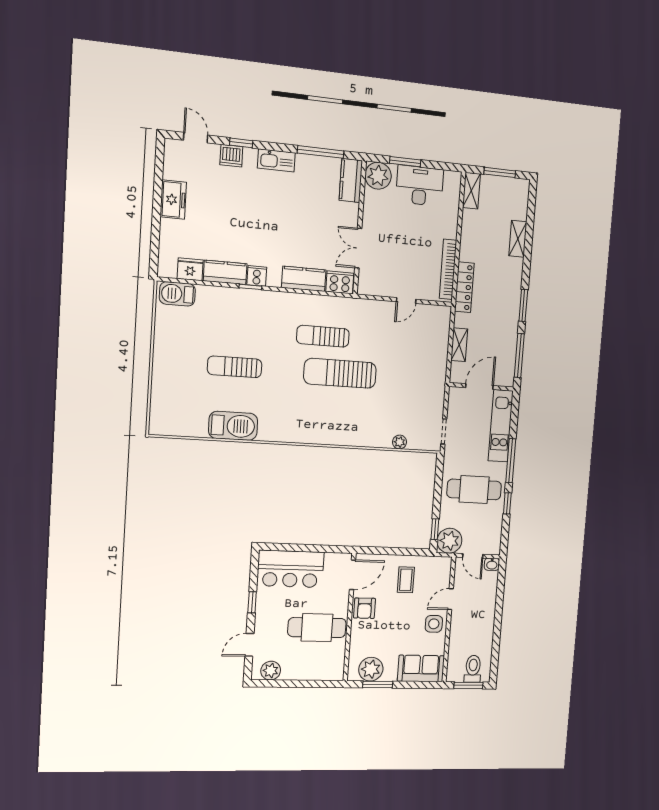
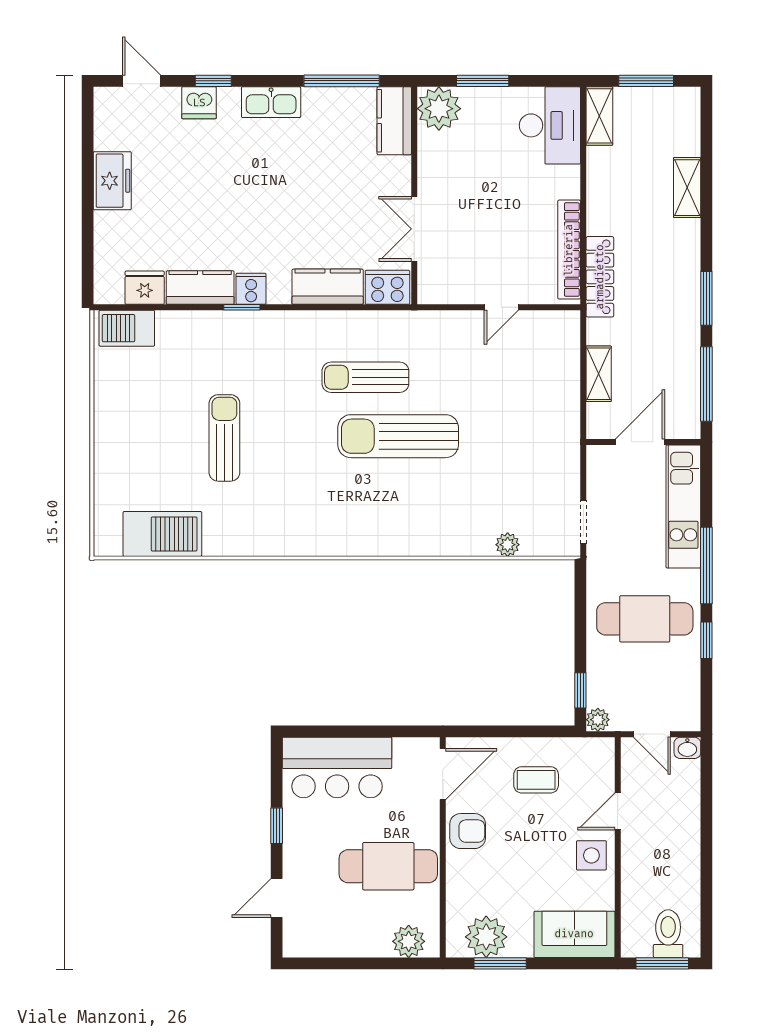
desk: (420, 186) -> (550, 125), moved, turned 90
sun lounger: (235, 367) -> (224, 438), turned 90
barbecue: (233, 426) -> (162, 534), moved
plant: (449, 541) -> (598, 720), width x0.53, depth x0.53
coffee table: (406, 580) -> (536, 780), turned 90
armchair: (365, 608) -> (468, 831), turned -90
plant: (271, 671) -> (409, 941), moved

